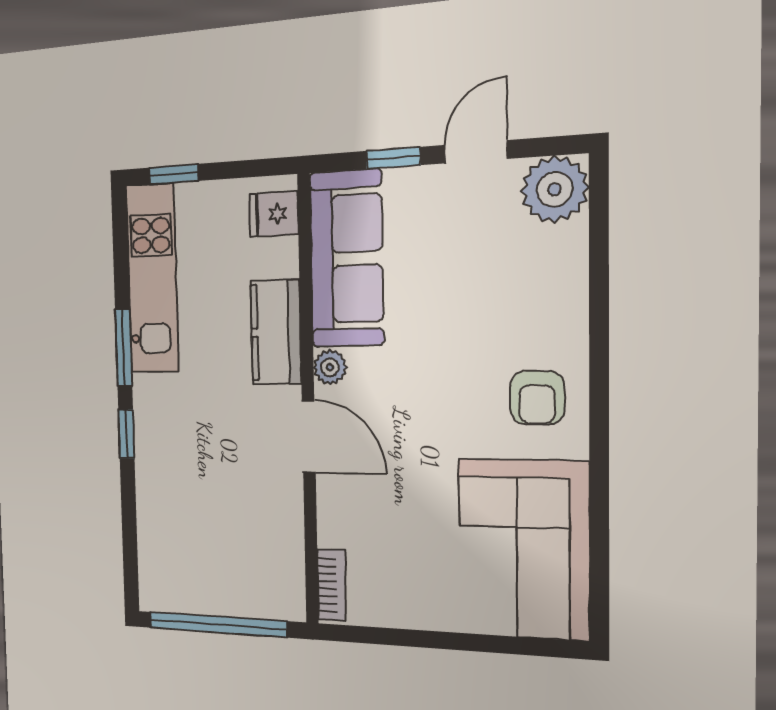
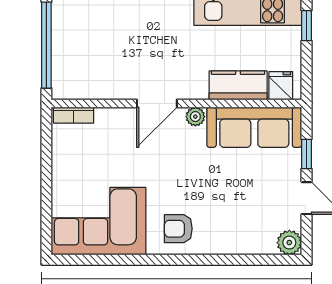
plant: (555, 189) -> (289, 243), width x0.73, depth x0.73
kitchen counter: (276, 332) -> (238, 85), moved

